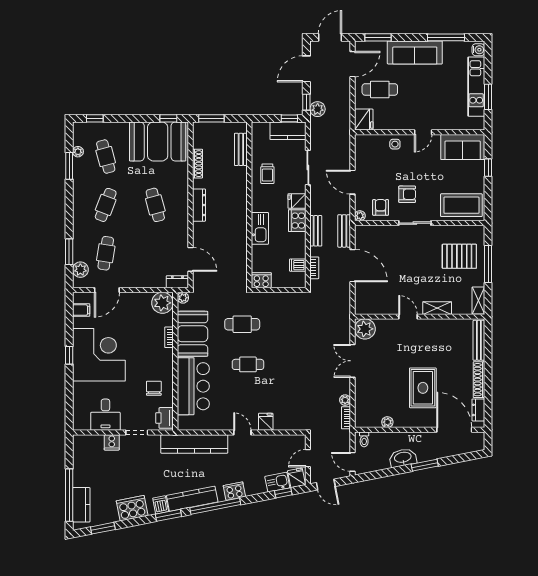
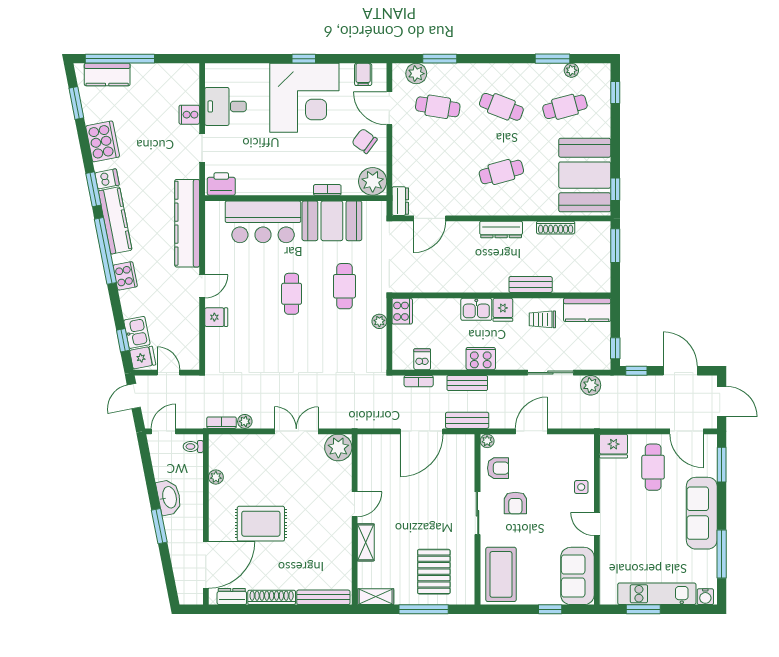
plant: (318, 109) -> (591, 385), moved
kitchen counter: (288, 131) -> (587, 310), moved, turned -90
bench: (241, 149) -> (531, 284), moved
fridge: (297, 201) -> (503, 310), moved, turned 180
kitchen sink: (260, 228) -> (476, 309), width x0.73
plant: (183, 298) -> (379, 321), moved
chair: (154, 388) -> (364, 141), moved, turned -144

